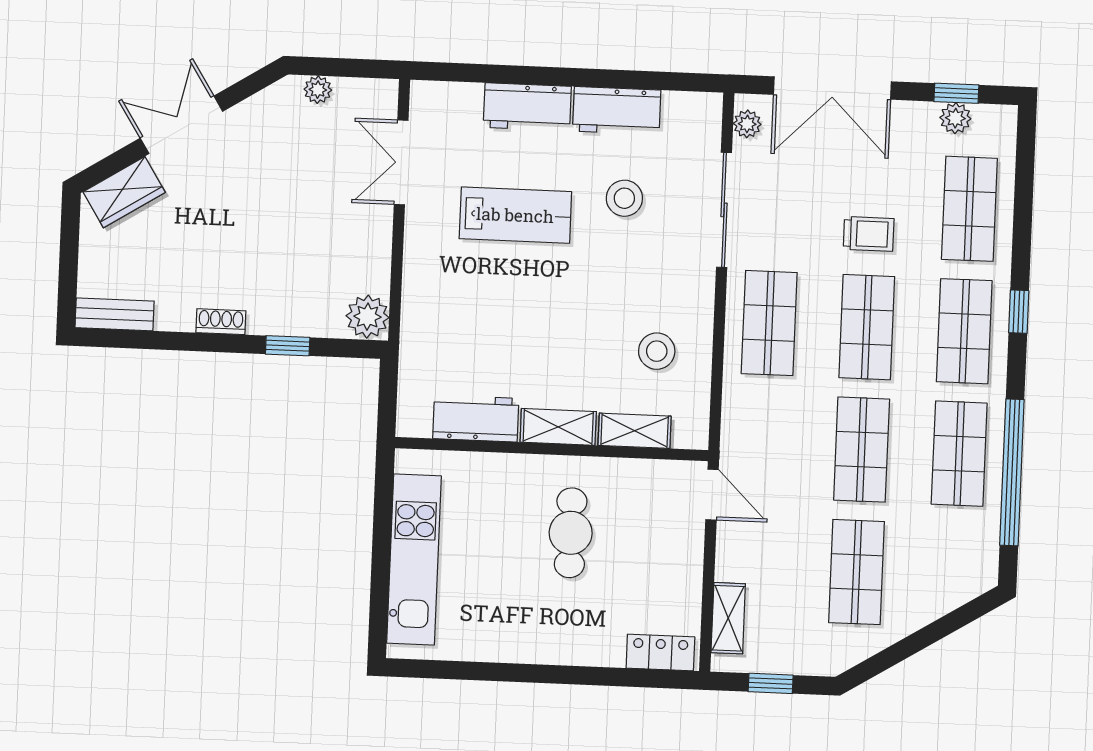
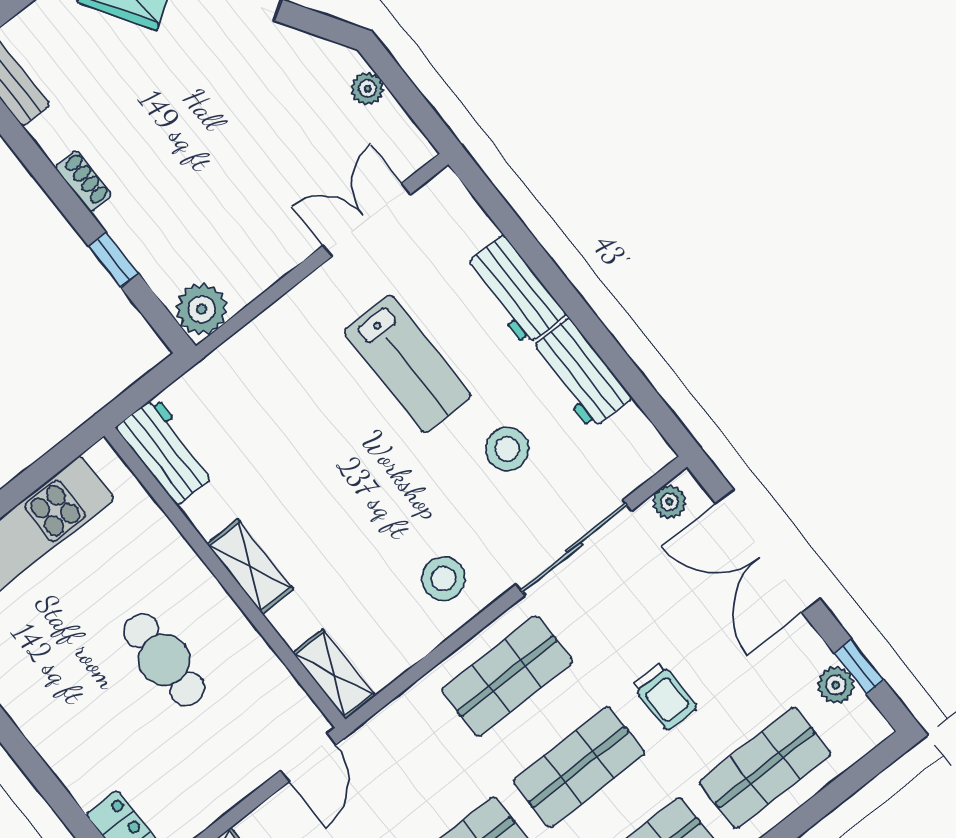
stool: (657, 351) -> (443, 579), moved
workbench: (476, 418) -> (166, 451), moved
shelving: (635, 431) -> (334, 674), moved
cafe table: (571, 533) -> (164, 660), turned 90

